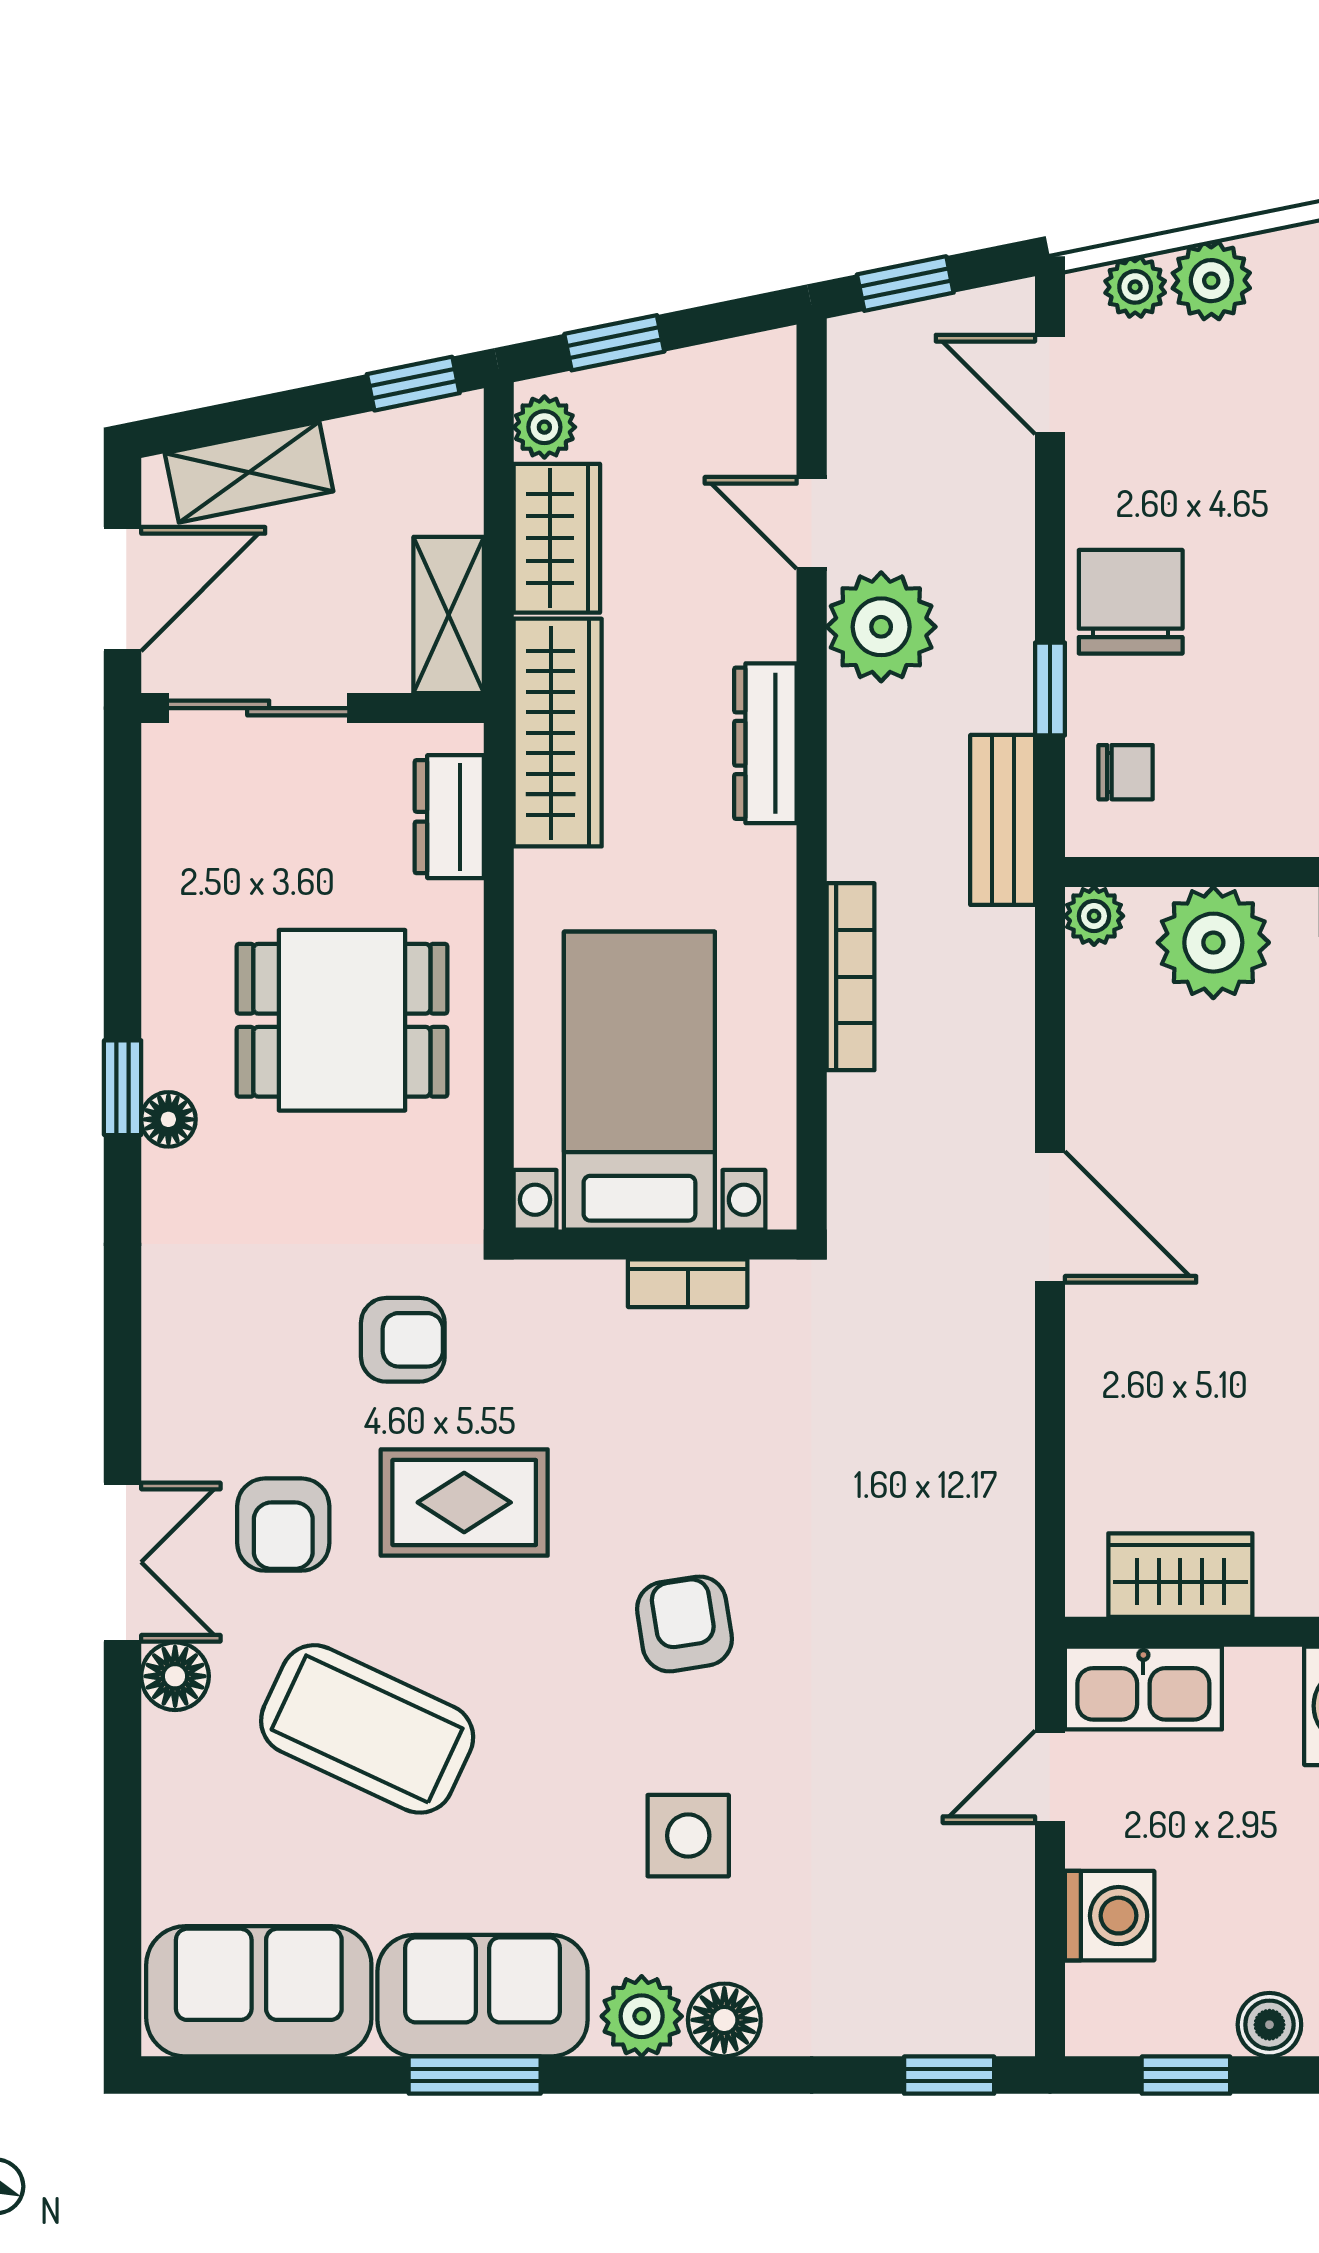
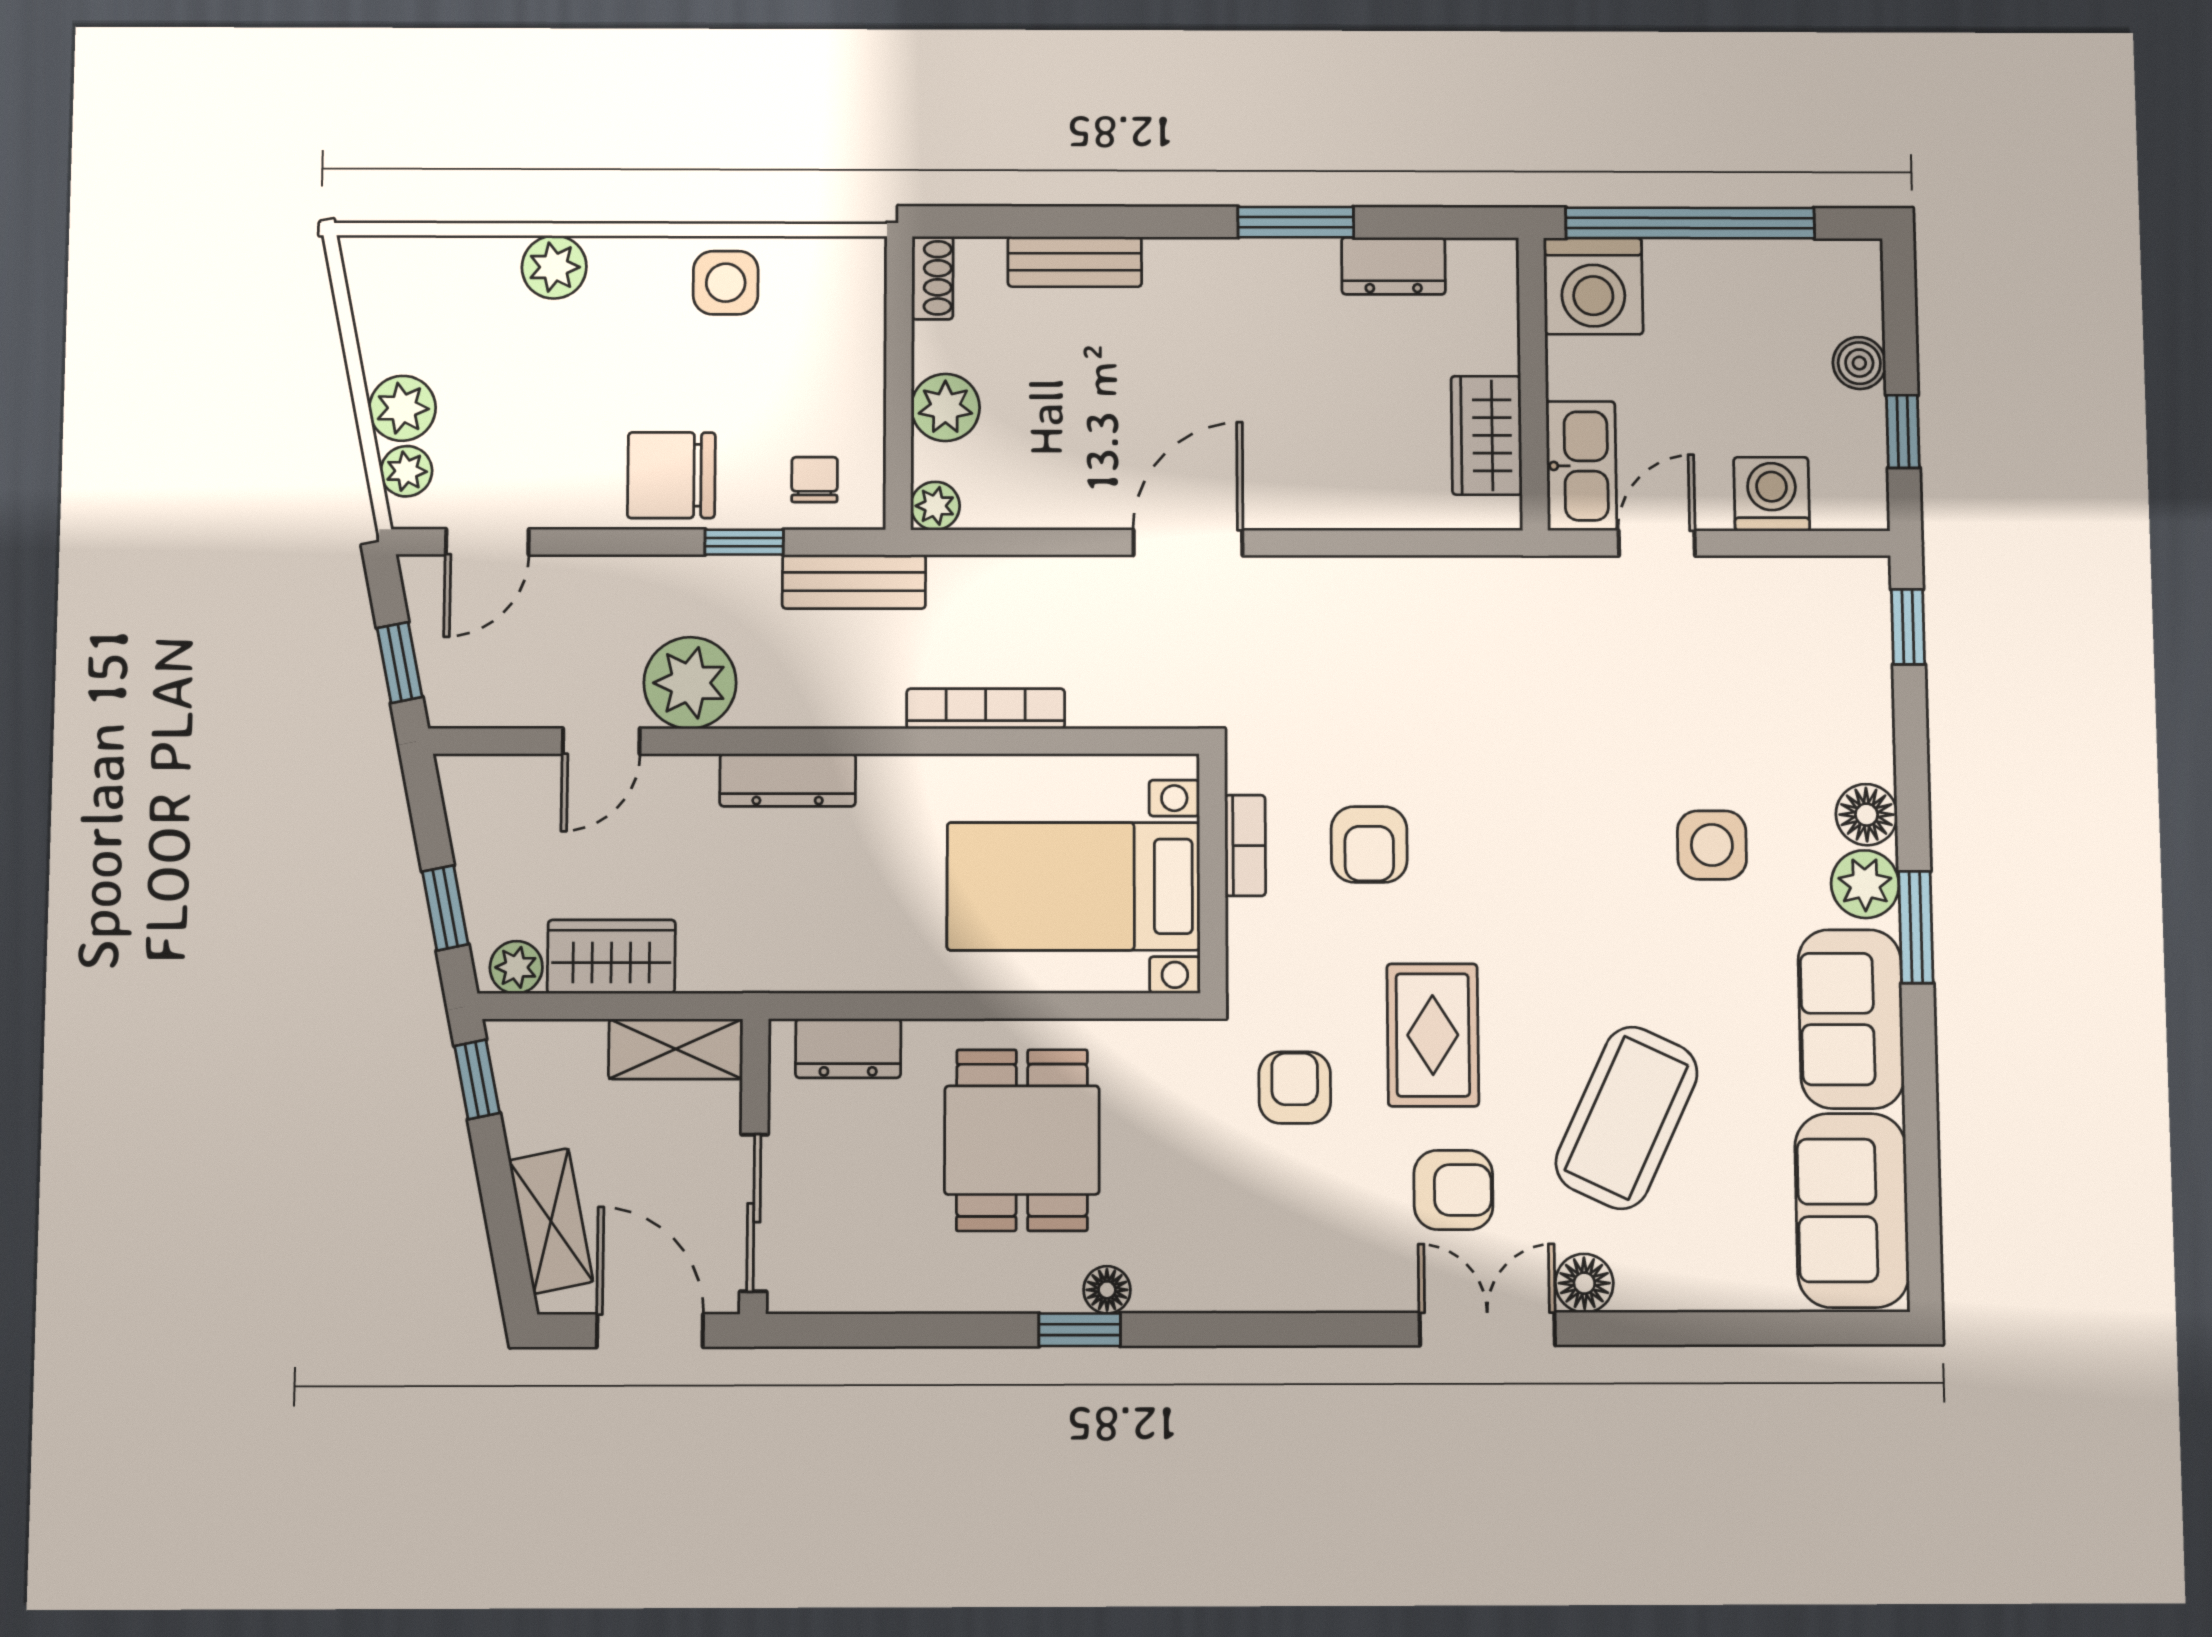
wardrobe: (558, 733) -> (777, 956), removed
plant: (1213, 943) -> (945, 407), width x0.73, depth x0.73
armchair: (684, 1624) -> (1369, 844), moved, turned -81
door: (1050, 1777) -> (1657, 543), swing flipped
window: (475, 2075) -> (1916, 927), moved

